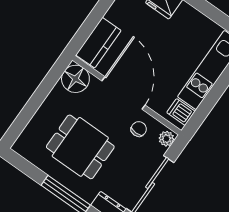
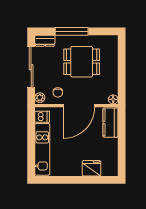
floor lamp: (75, 79) -> (113, 99), width x0.53, depth x0.53
door: (124, 93) -> (79, 106), hinge flipped

